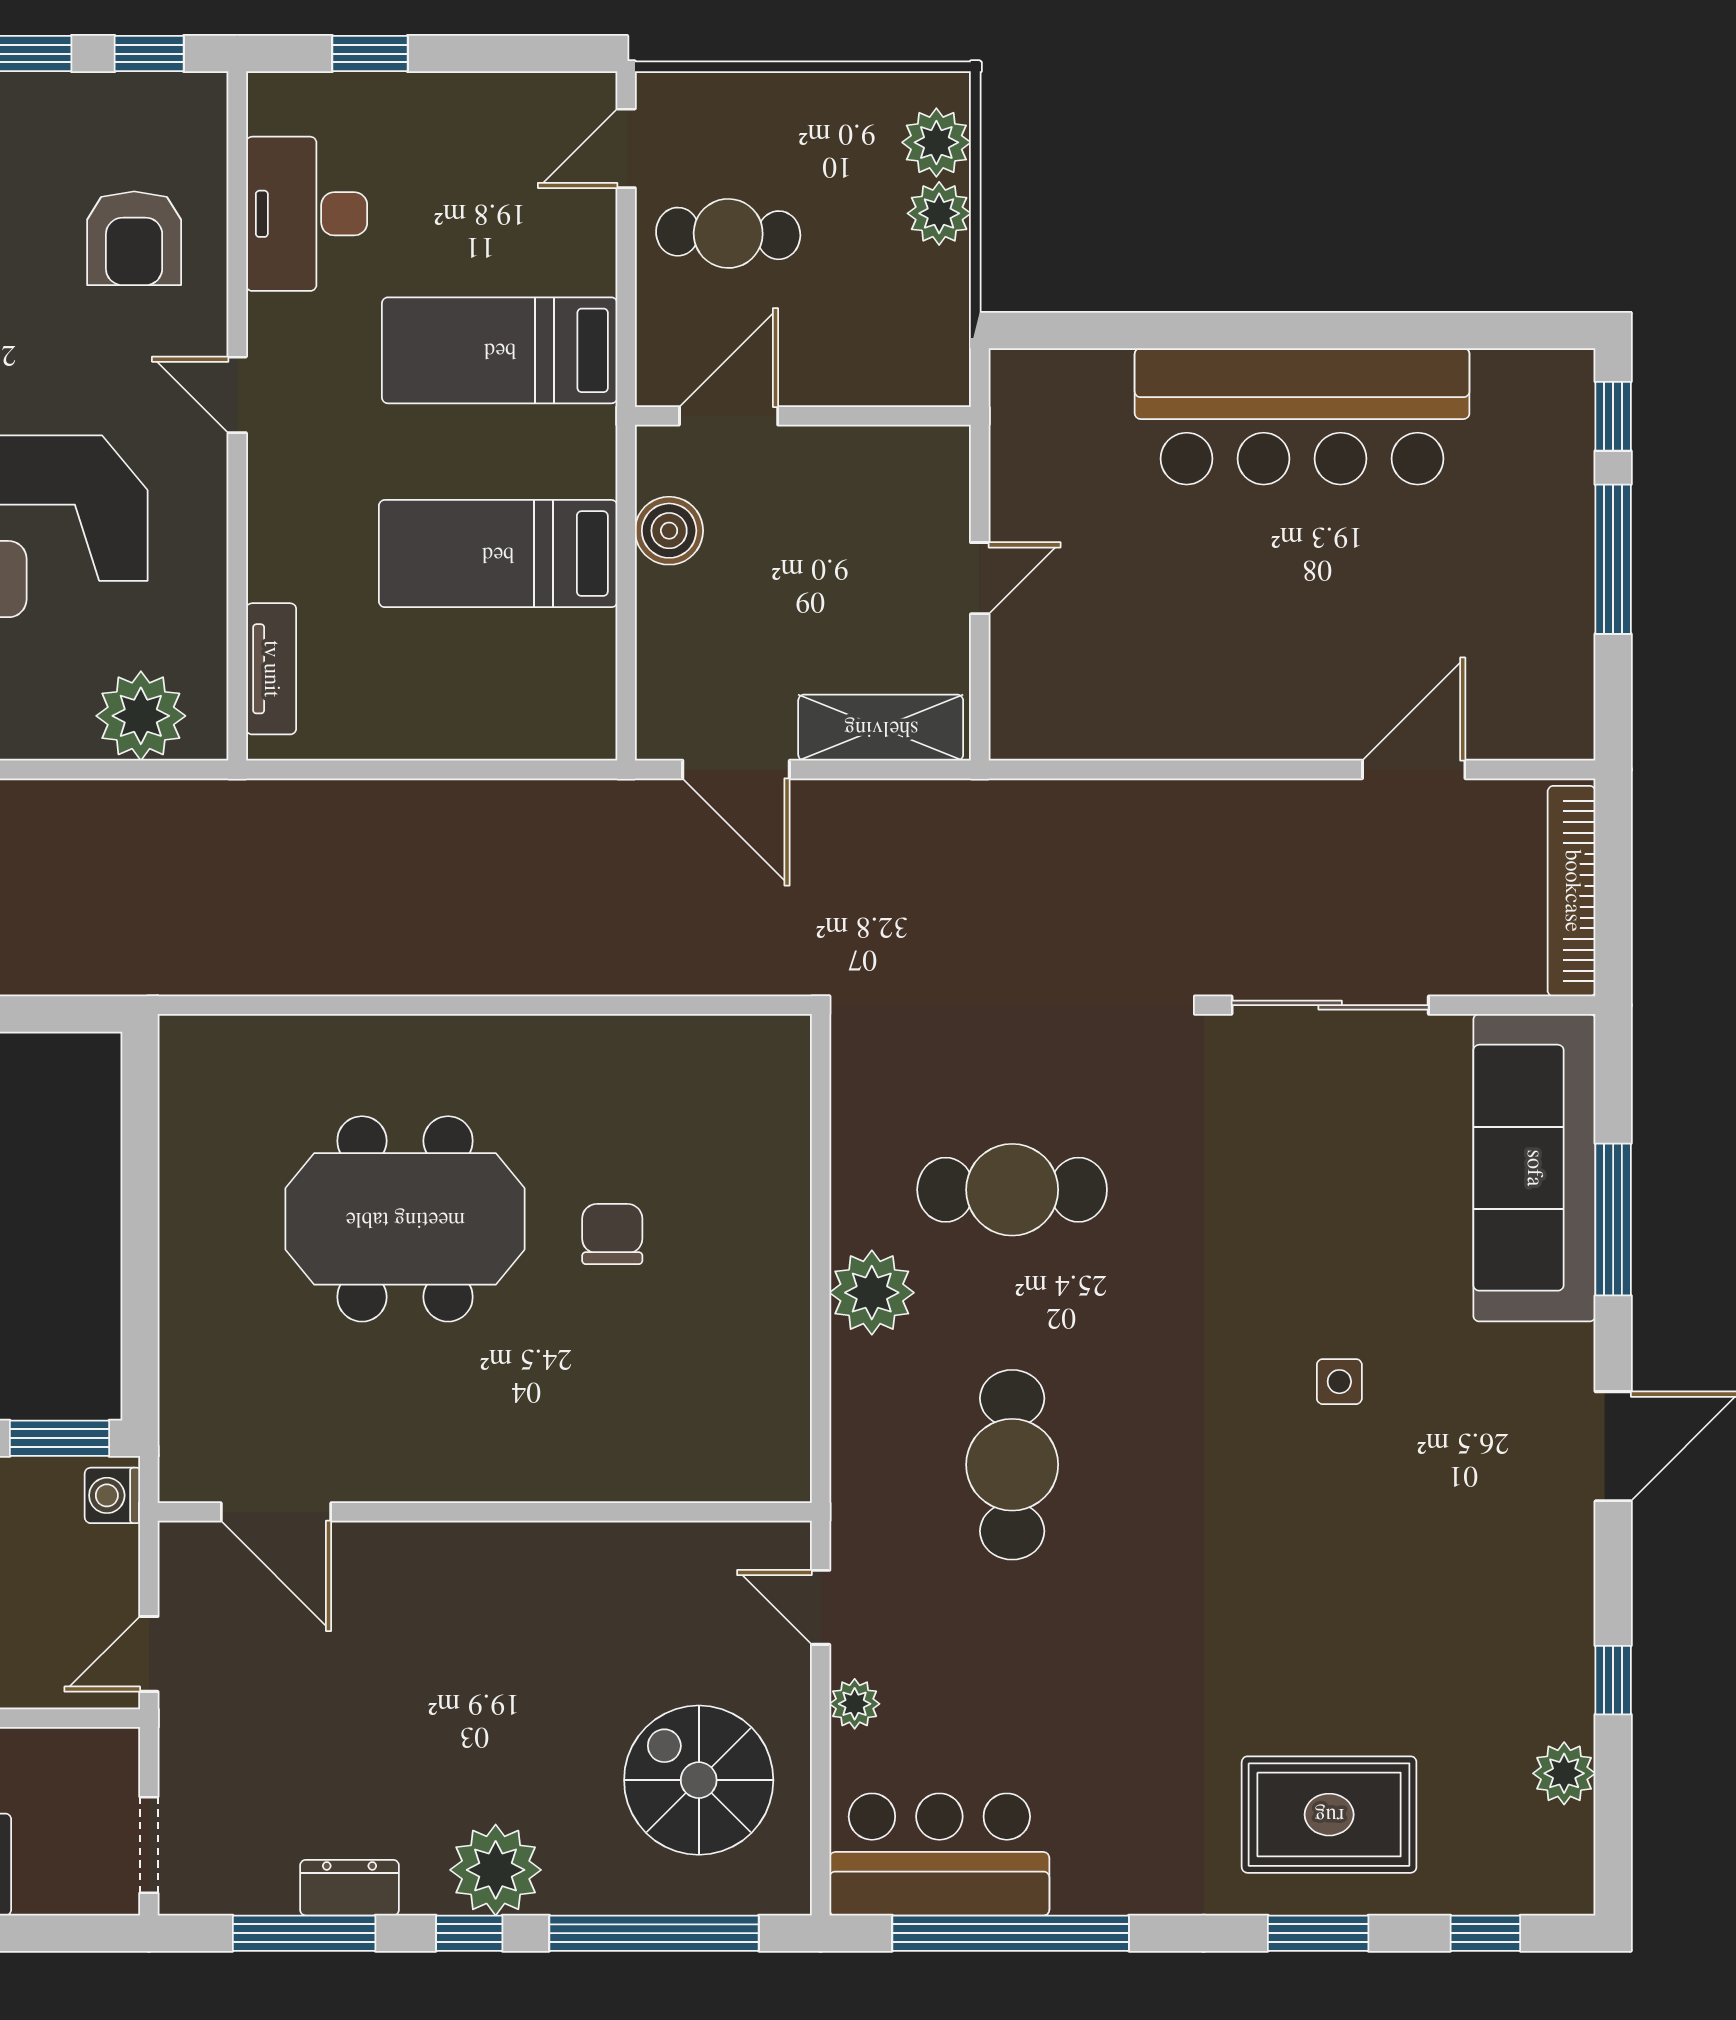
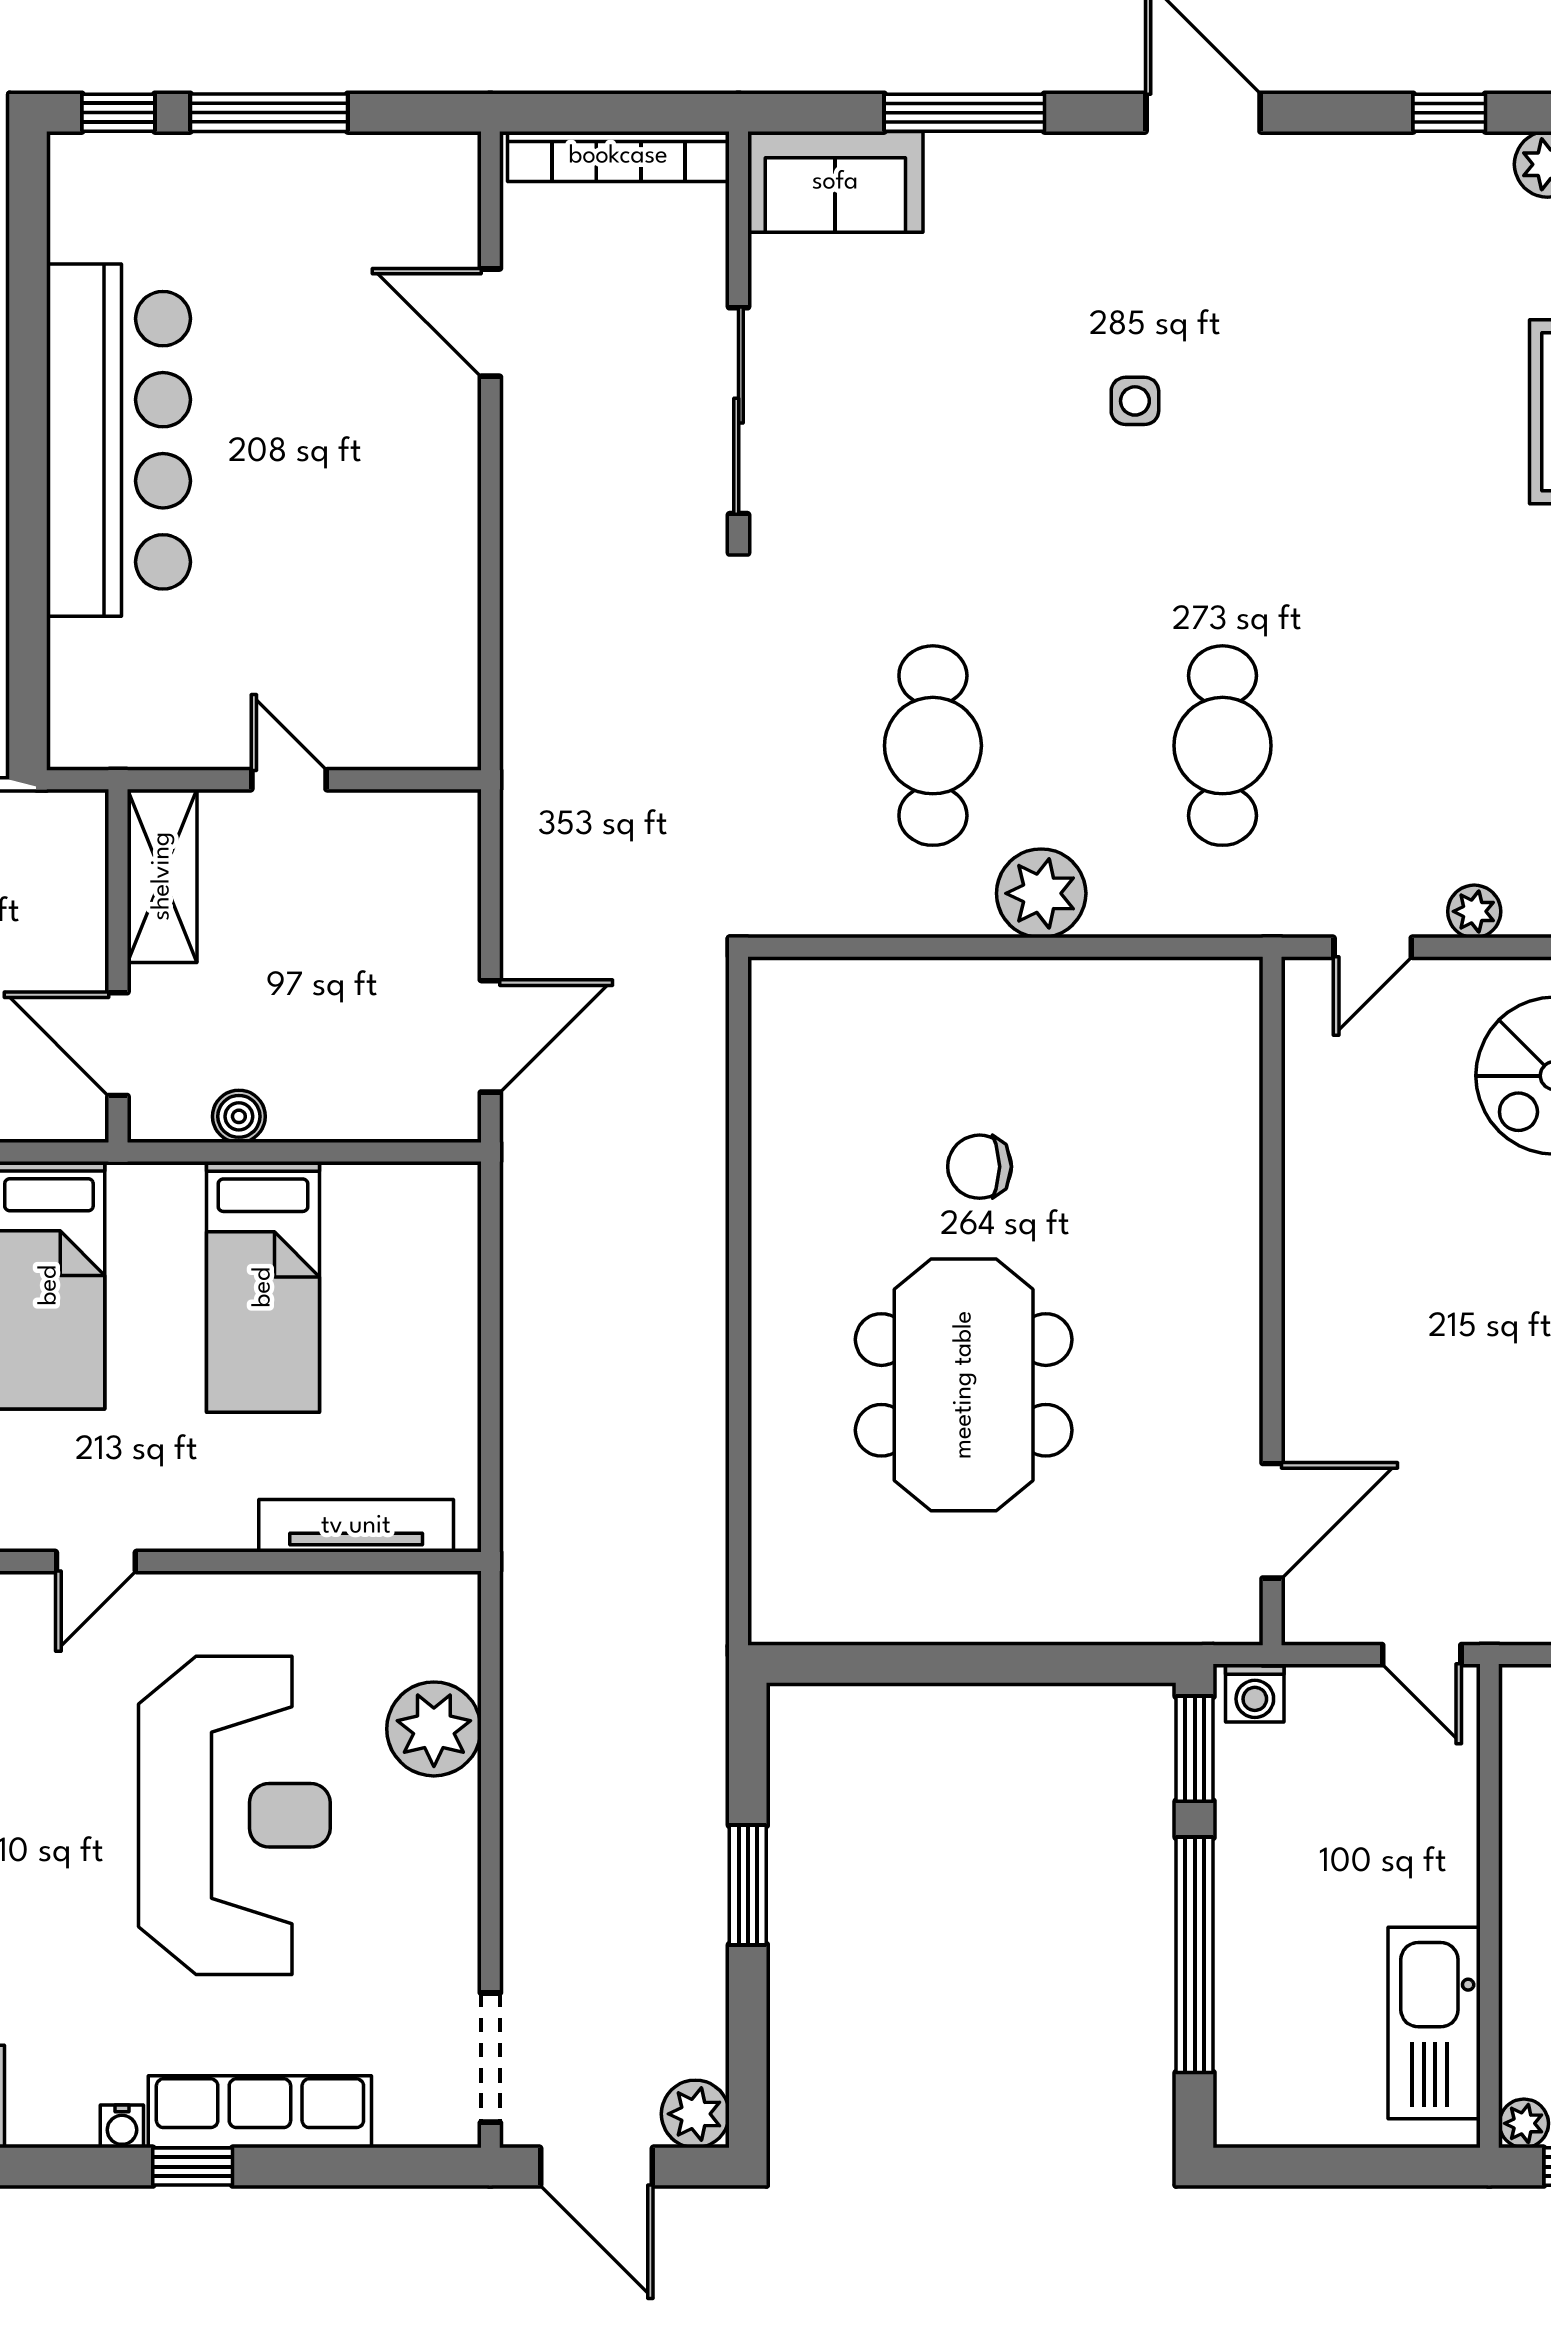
boiler: (669, 531) -> (239, 1116), width x0.73, depth x0.73
tv unit: (271, 669) -> (356, 1526), width x1.41
plant: (141, 716) -> (434, 1729), moved
shelving: (881, 728) -> (162, 876), moved
sofa: (1534, 1168) -> (835, 182), width x0.54, depth x0.79
cafe table: (1012, 1465) -> (1223, 746), turned 90

